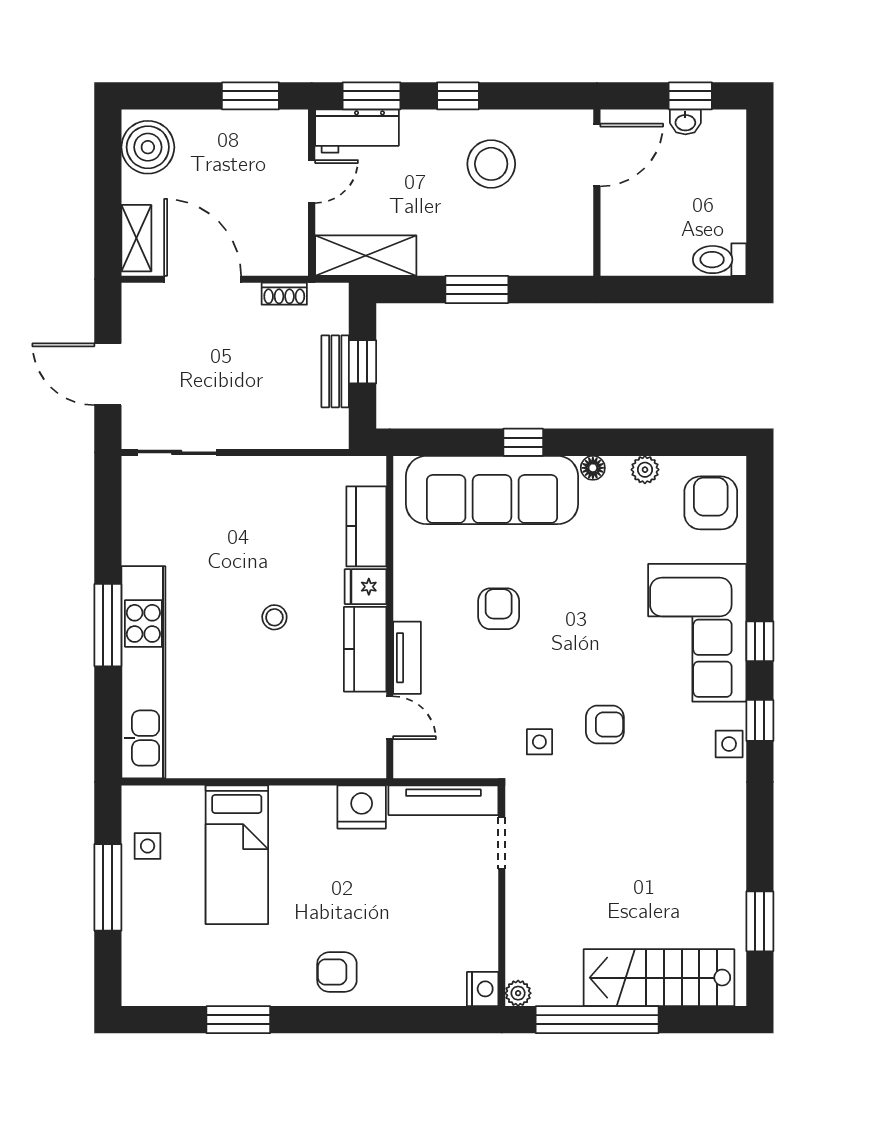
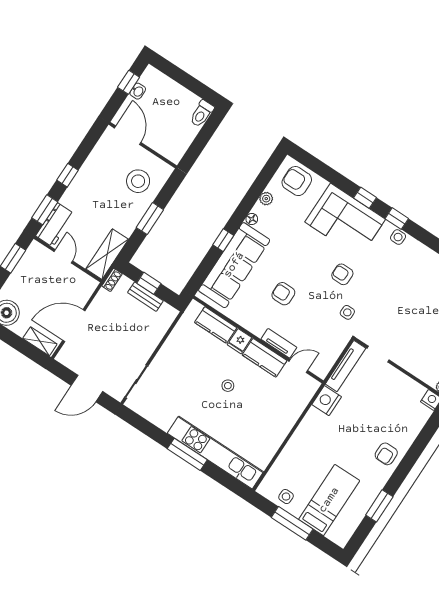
stool: (491, 164) -> (138, 181), moved
shoe rack: (284, 294) -> (112, 280), moved
armchair: (605, 725) -> (342, 274), moved, turned -90
bed: (237, 855) -> (329, 500), moved, turned -90

